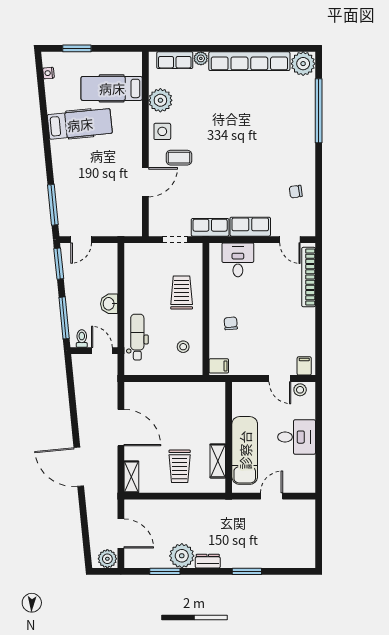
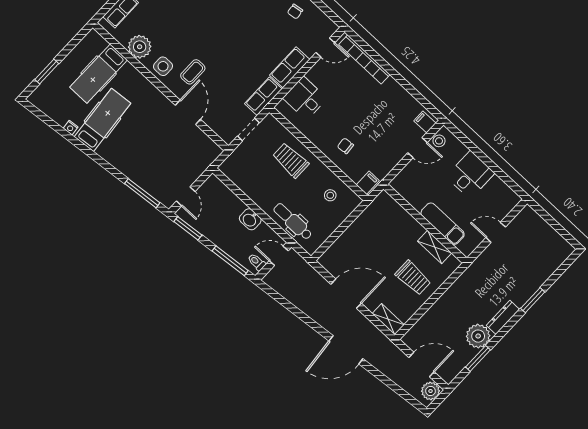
nightstand: (49, 73) -> (71, 128), moved
exam couch: (245, 450) -> (443, 224), width x0.73, depth x0.69
door: (272, 496) -> (496, 232), hinge flipped
dresser: (208, 561) -> (503, 317), width x1.44

